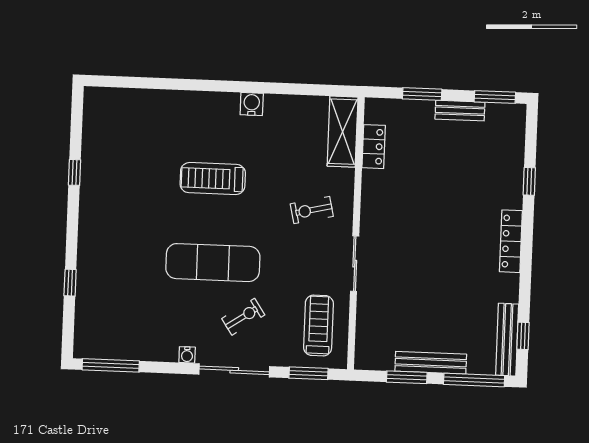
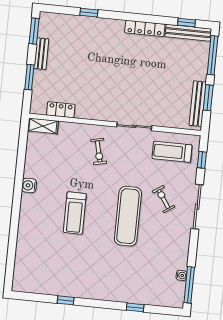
shelving: (343, 132) -> (43, 126), width x0.67, depth x0.75
locker: (511, 241) -> (145, 28), moved
water cooler: (187, 355) -> (181, 275), moved
bench: (431, 363) -> (198, 104), moved
window: (309, 373) -> (202, 160), width x0.67

